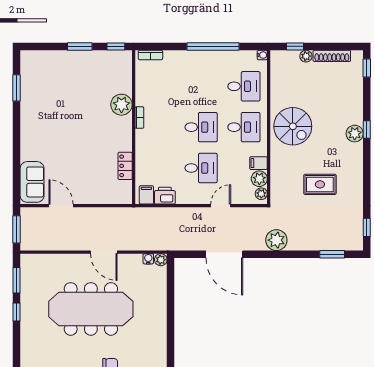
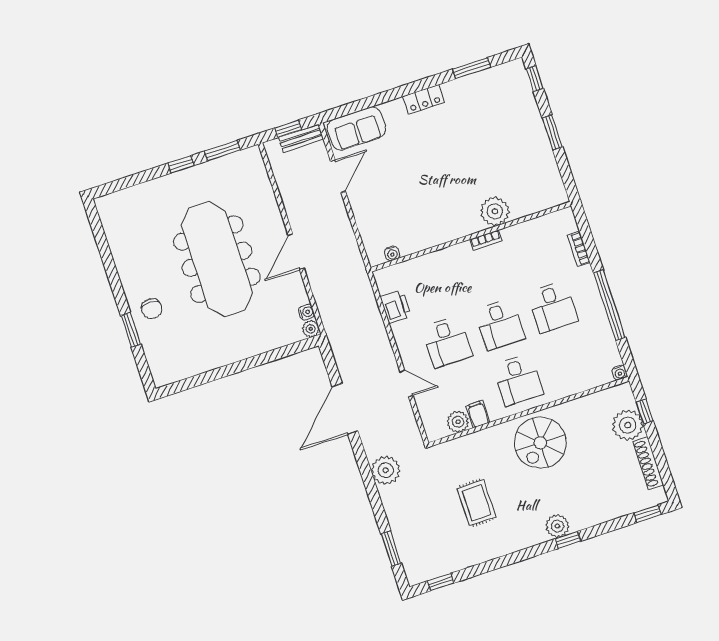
window: (116, 46) -> (535, 79), moved
bookcase: (150, 55) -> (579, 249), moved
plant: (306, 56) -> (628, 425), width x1.87, depth x1.87
desk: (244, 86) -> (553, 307), moved
locker: (125, 166) -> (424, 99), moved, turned 180
water cooler: (127, 186) -> (392, 254), added
plant: (261, 194) -> (439, 431), removed
filing cabinet: (146, 195) -> (389, 282), removed
bench: (26, 223) -> (301, 138), added
window: (17, 229) -> (288, 129), width x0.67

